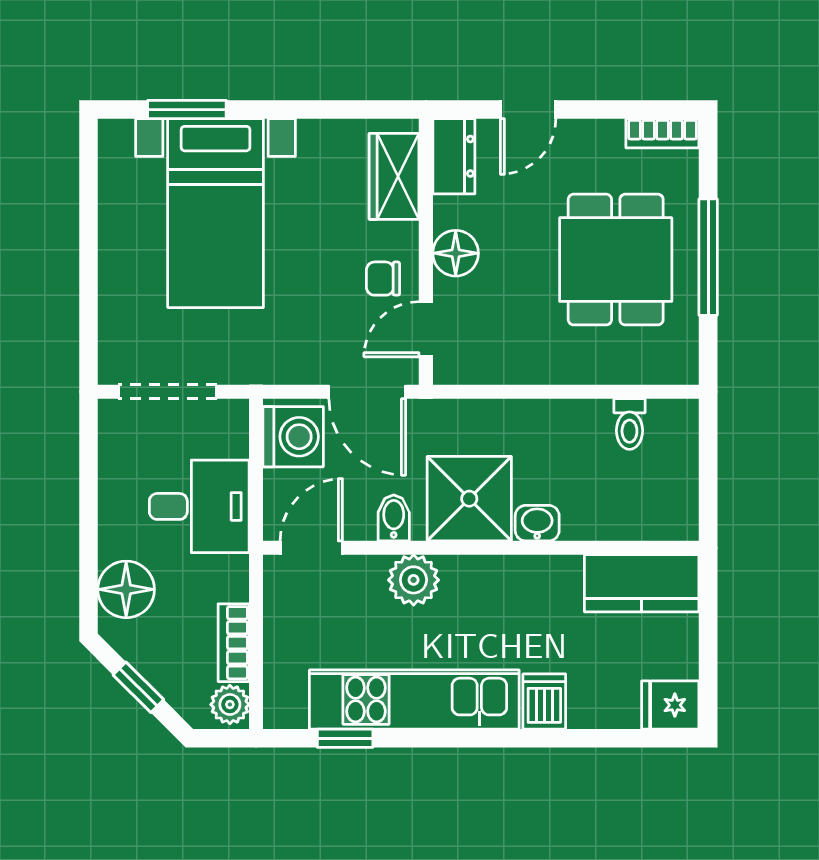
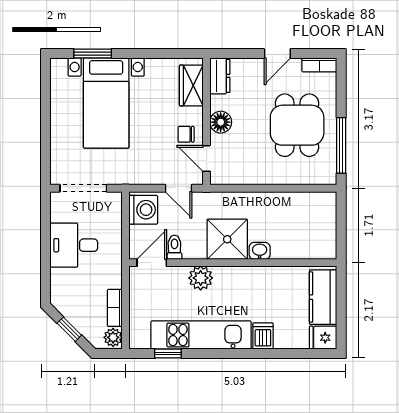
door: (528, 110) -> (277, 54), moved
window: (708, 257) -> (341, 145), moved
door: (426, 329) -> (207, 158), hinge flipped
door: (367, 392) -> (179, 188), width x0.73
toilet: (629, 424) -> (174, 247), moved, turned 180
desk: (199, 506) -> (74, 245), moved, turned 180
bidet: (394, 518) -> (191, 248), removed
kitchen counter: (642, 583) -> (323, 297), moved, turned 90
floor lamp: (126, 589) -> (64, 283), removed

